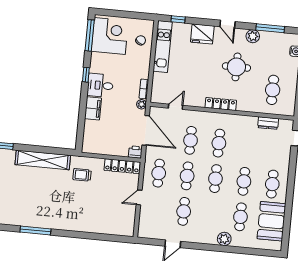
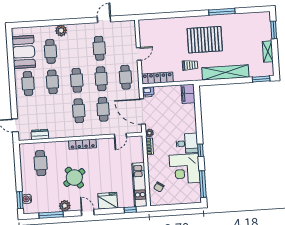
corner desk: (110, 36) -> (185, 169), moved
round table: (236, 67) -> (74, 178), turned -35
filing cabinet: (93, 108) -> (188, 94), moved
pallet: (60, 202) -> (205, 40), added

